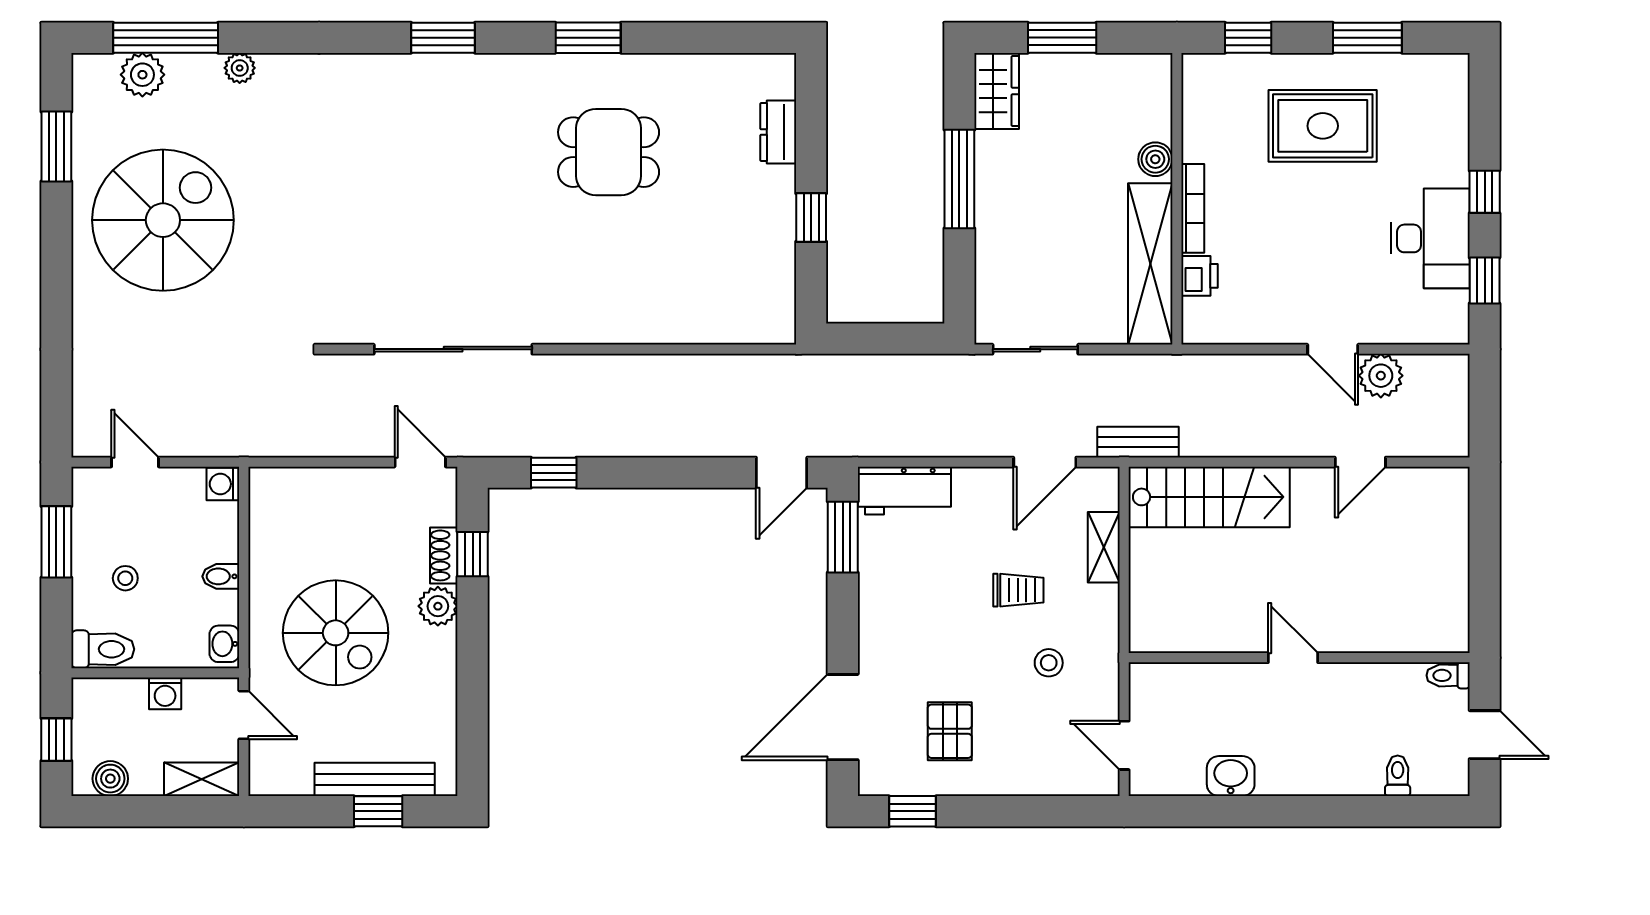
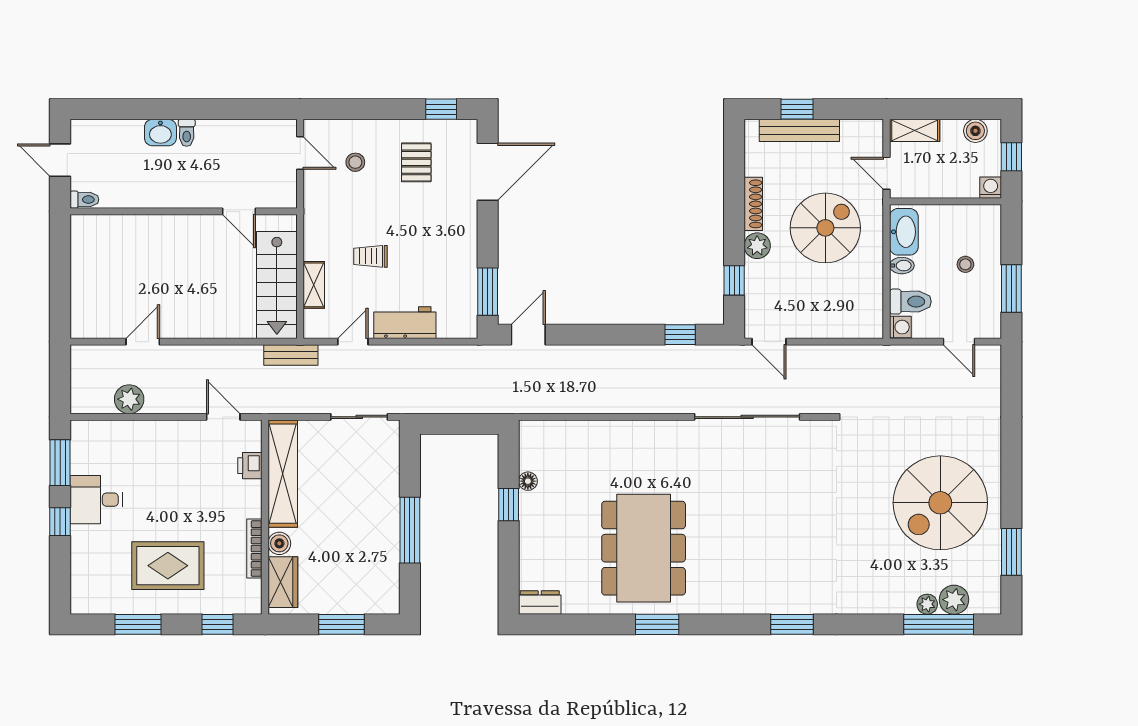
window: (443, 38) -> (792, 624), moved
plant: (240, 68) -> (927, 604), moved
wardrobe: (997, 91) -> (283, 582), moved, turned 180
dresser: (778, 132) -> (540, 602), moved, turned -90
dining table: (609, 152) -> (644, 548), width x1.88, depth x1.24
bookcase: (1193, 208) -> (254, 549), moved
desk: (1430, 238) -> (96, 500), width x0.73
floor lamp: (782, 253) -> (528, 481), added
window: (1485, 281) -> (60, 463), width x1.50
door: (1333, 349) -> (223, 417), moved
door: (1045, 462) -> (353, 342), width x0.73
workbench: (904, 491) -> (405, 323), moved
stairs: (1209, 497) -> (277, 285), moved, turned -90
shoe rack: (444, 555) -> (753, 204), moved, width x1.43
spiral stairs: (336, 633) -> (825, 228), turned 90
washbasin: (224, 644) -> (904, 232), width x1.91, depth x1.45
toilet: (103, 649) -> (910, 302), moved, turned 180
door: (1293, 658) -> (239, 211), moved
stool: (1049, 663) -> (355, 162), moved
washing machine: (165, 693) -> (991, 188), moved
washbasin: (1231, 776) -> (160, 133), moved
toilet: (1398, 776) -> (187, 133), moved

